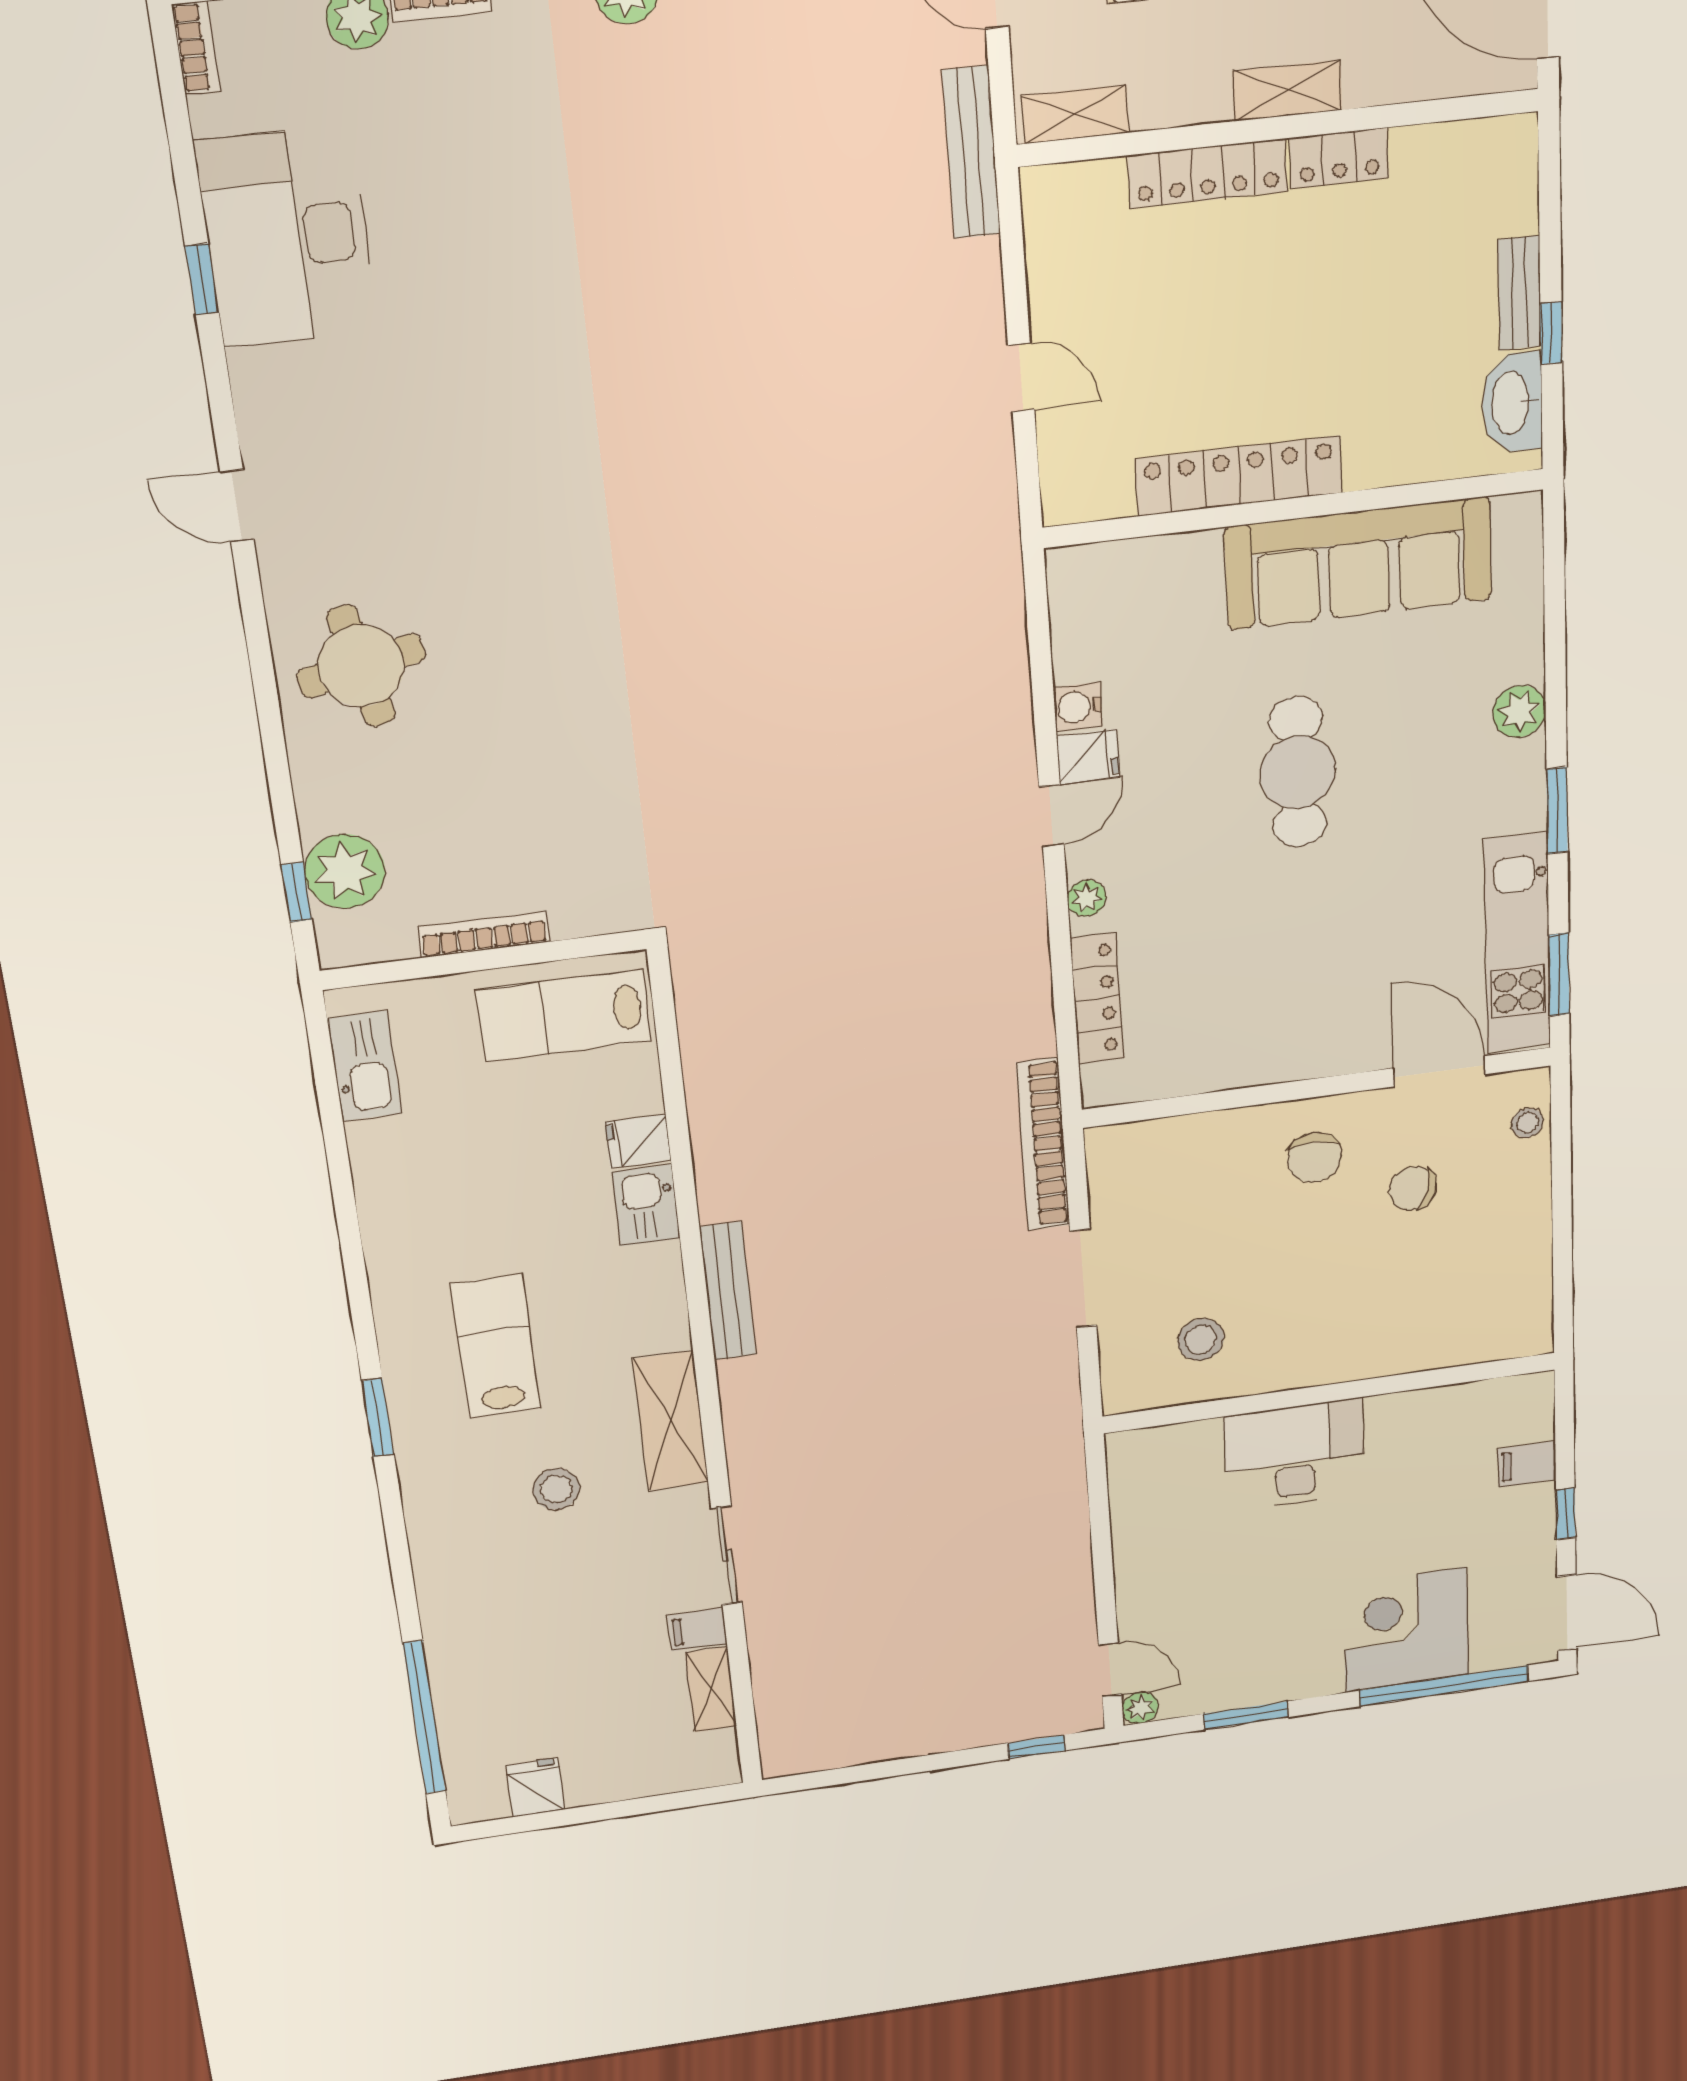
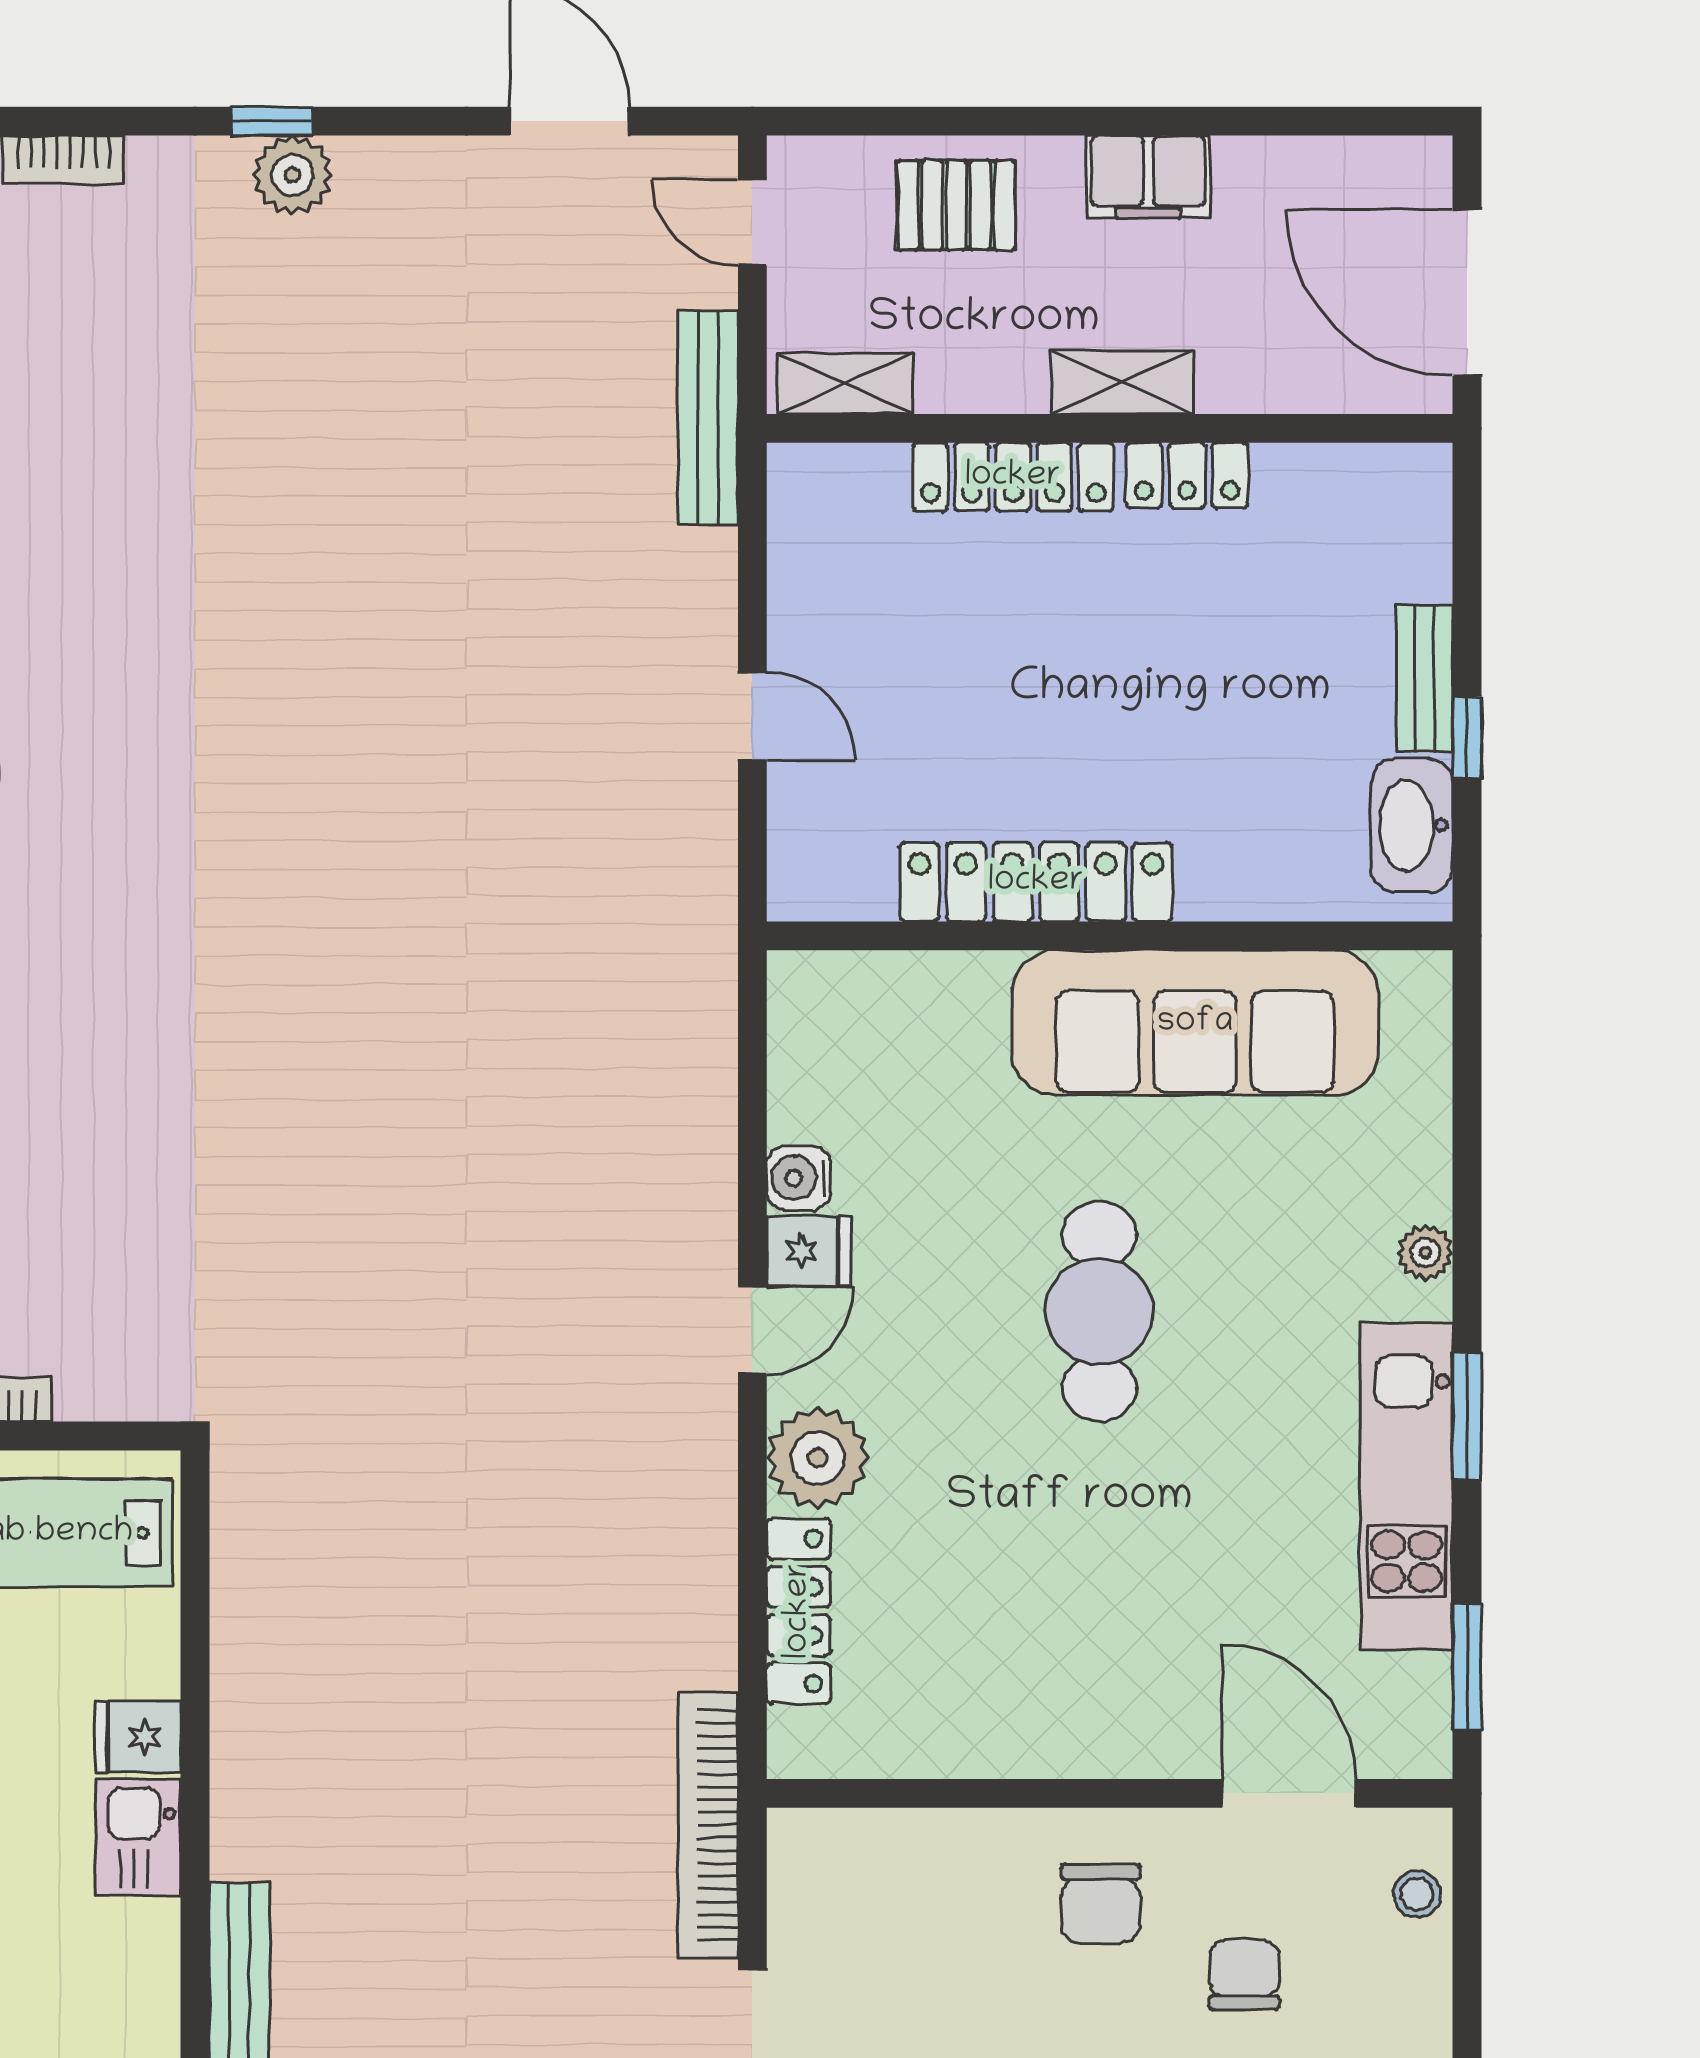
plant: (1519, 711) -> (1425, 1252), width x0.73, depth x0.73
plant: (1087, 898) -> (818, 1458), width x1.87, depth x1.87
kitchen unit: (1517, 943) -> (1407, 1486), moved
chair: (1413, 1188) -> (1244, 1975), turned 75

